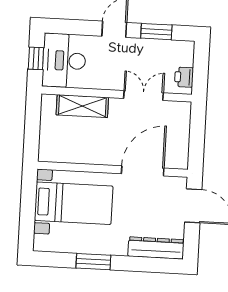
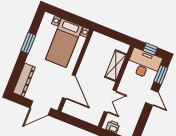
window: (156, 32) -> (161, 75), moved

